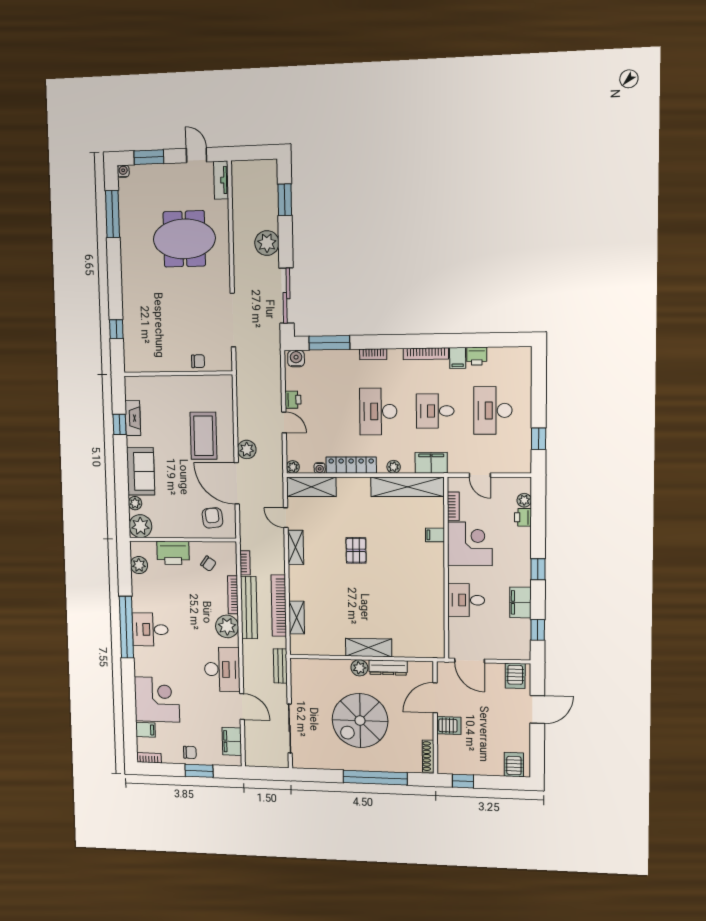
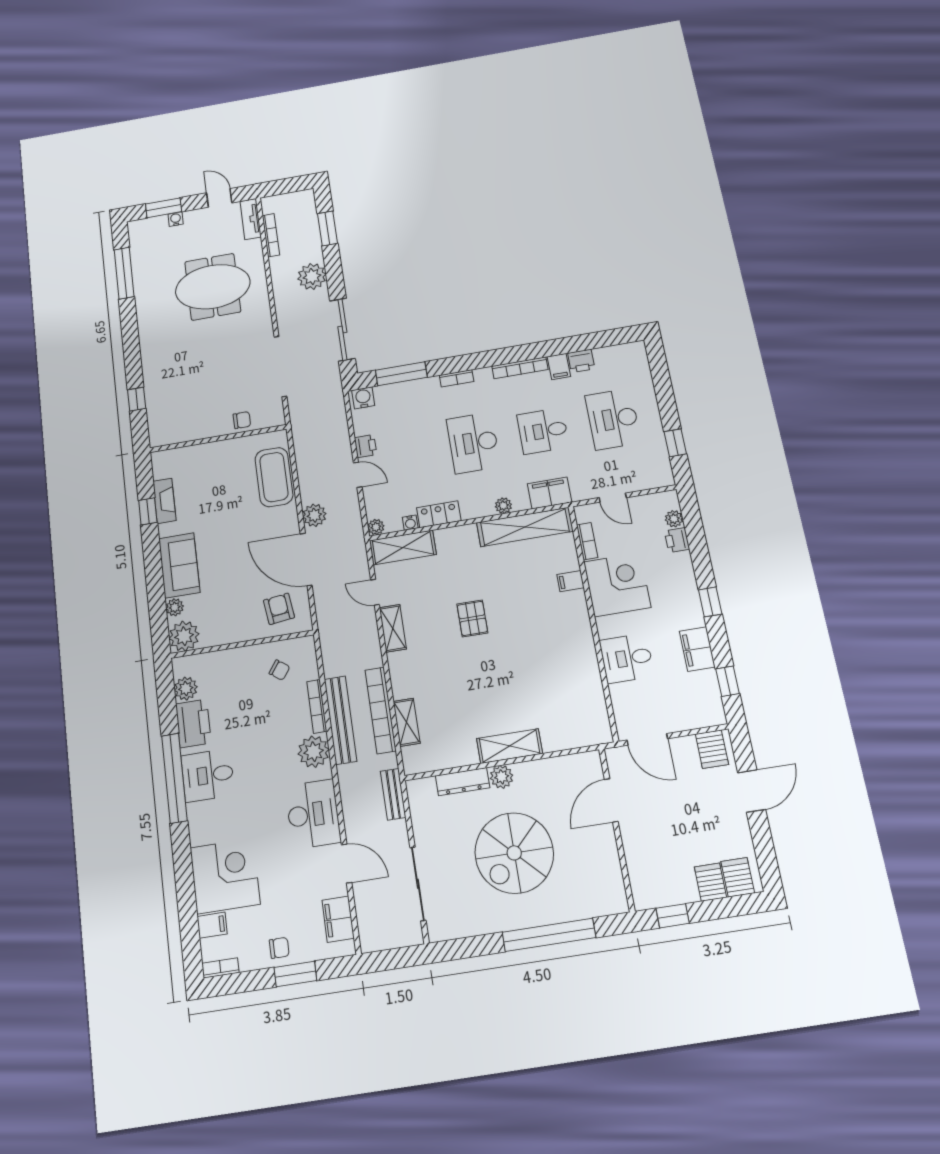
water cooler: (123, 171) -> (176, 219), moved
coffee table: (203, 436) -> (274, 477), moved
locker: (351, 465) -> (439, 514), width x0.66
printer: (173, 553) -> (193, 723), moved, turned -90
bookcase: (245, 563) -> (271, 235), moved, width x1.56
dresser: (388, 668) -> (463, 782), moved
server rack: (449, 726) -> (710, 882), moved, turned -90
shoe rack: (428, 756) -> (617, 888), removed

